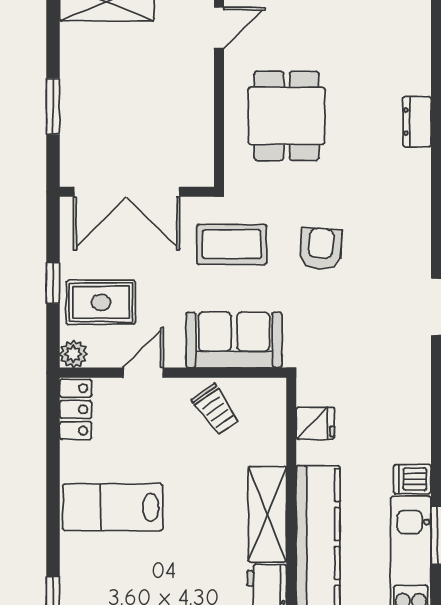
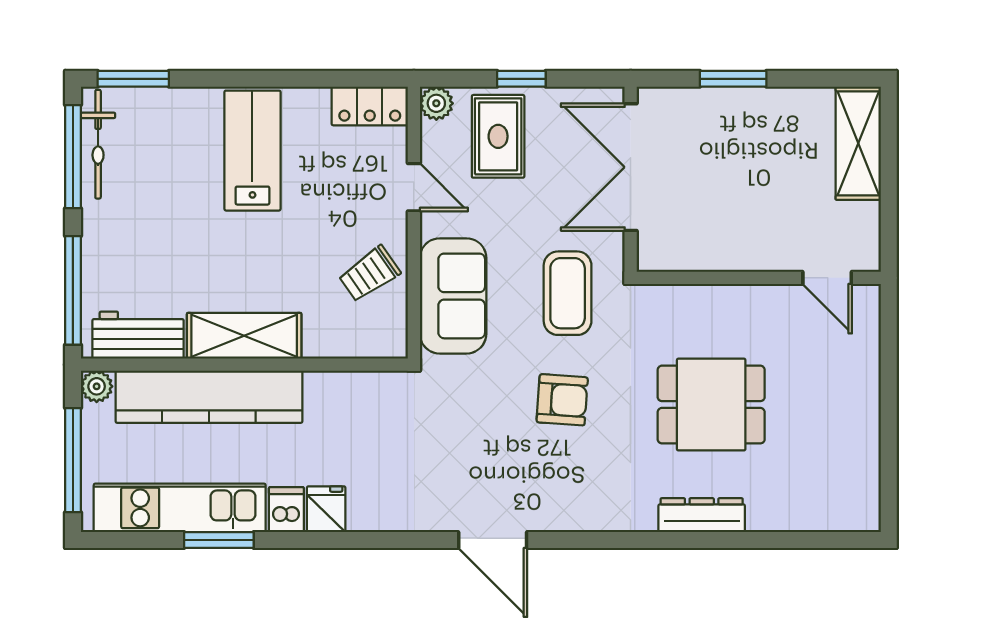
dining table: (287, 116) -> (711, 405), moved
dresser: (417, 122) -> (702, 515), width x1.44
fridge: (315, 423) -> (326, 509), moved, turned 180

